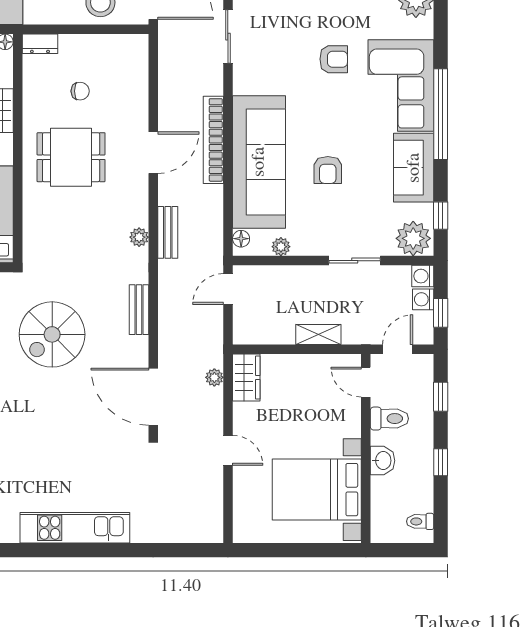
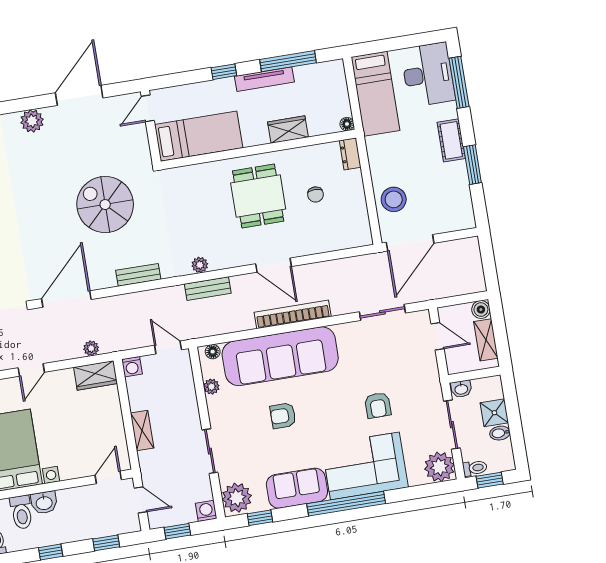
washing machine: (423, 299) -> (132, 367), moved, turned 180
toilet: (389, 419) -> (21, 512), moved

